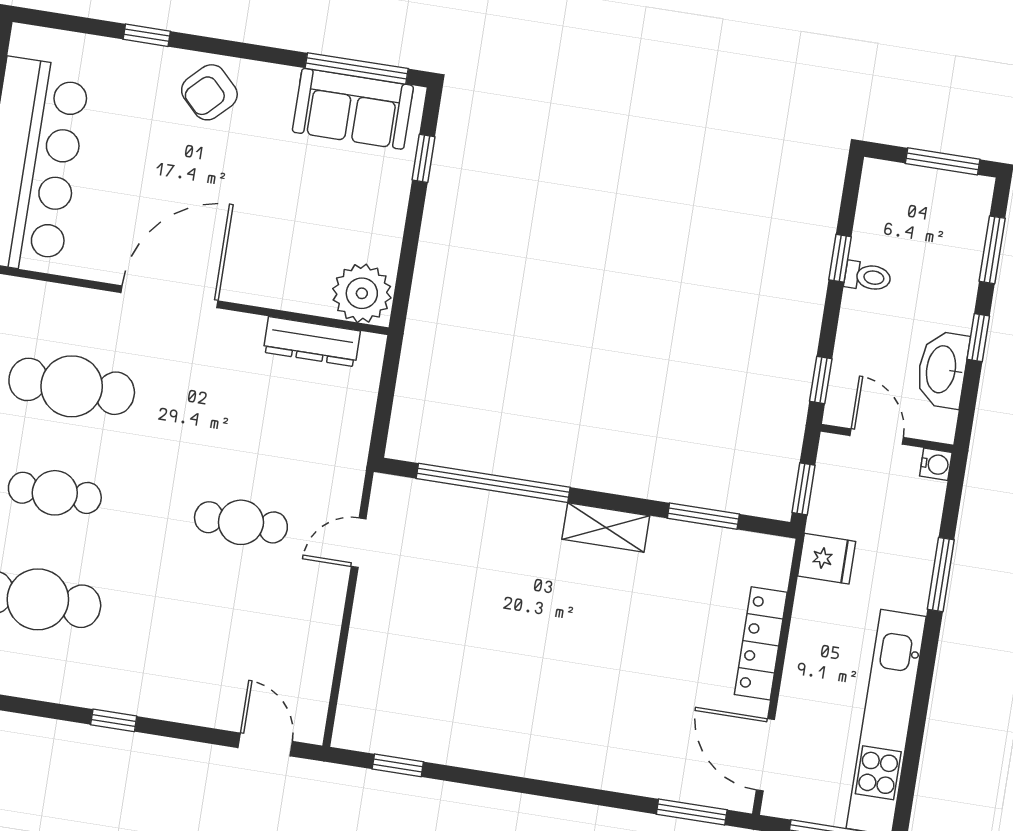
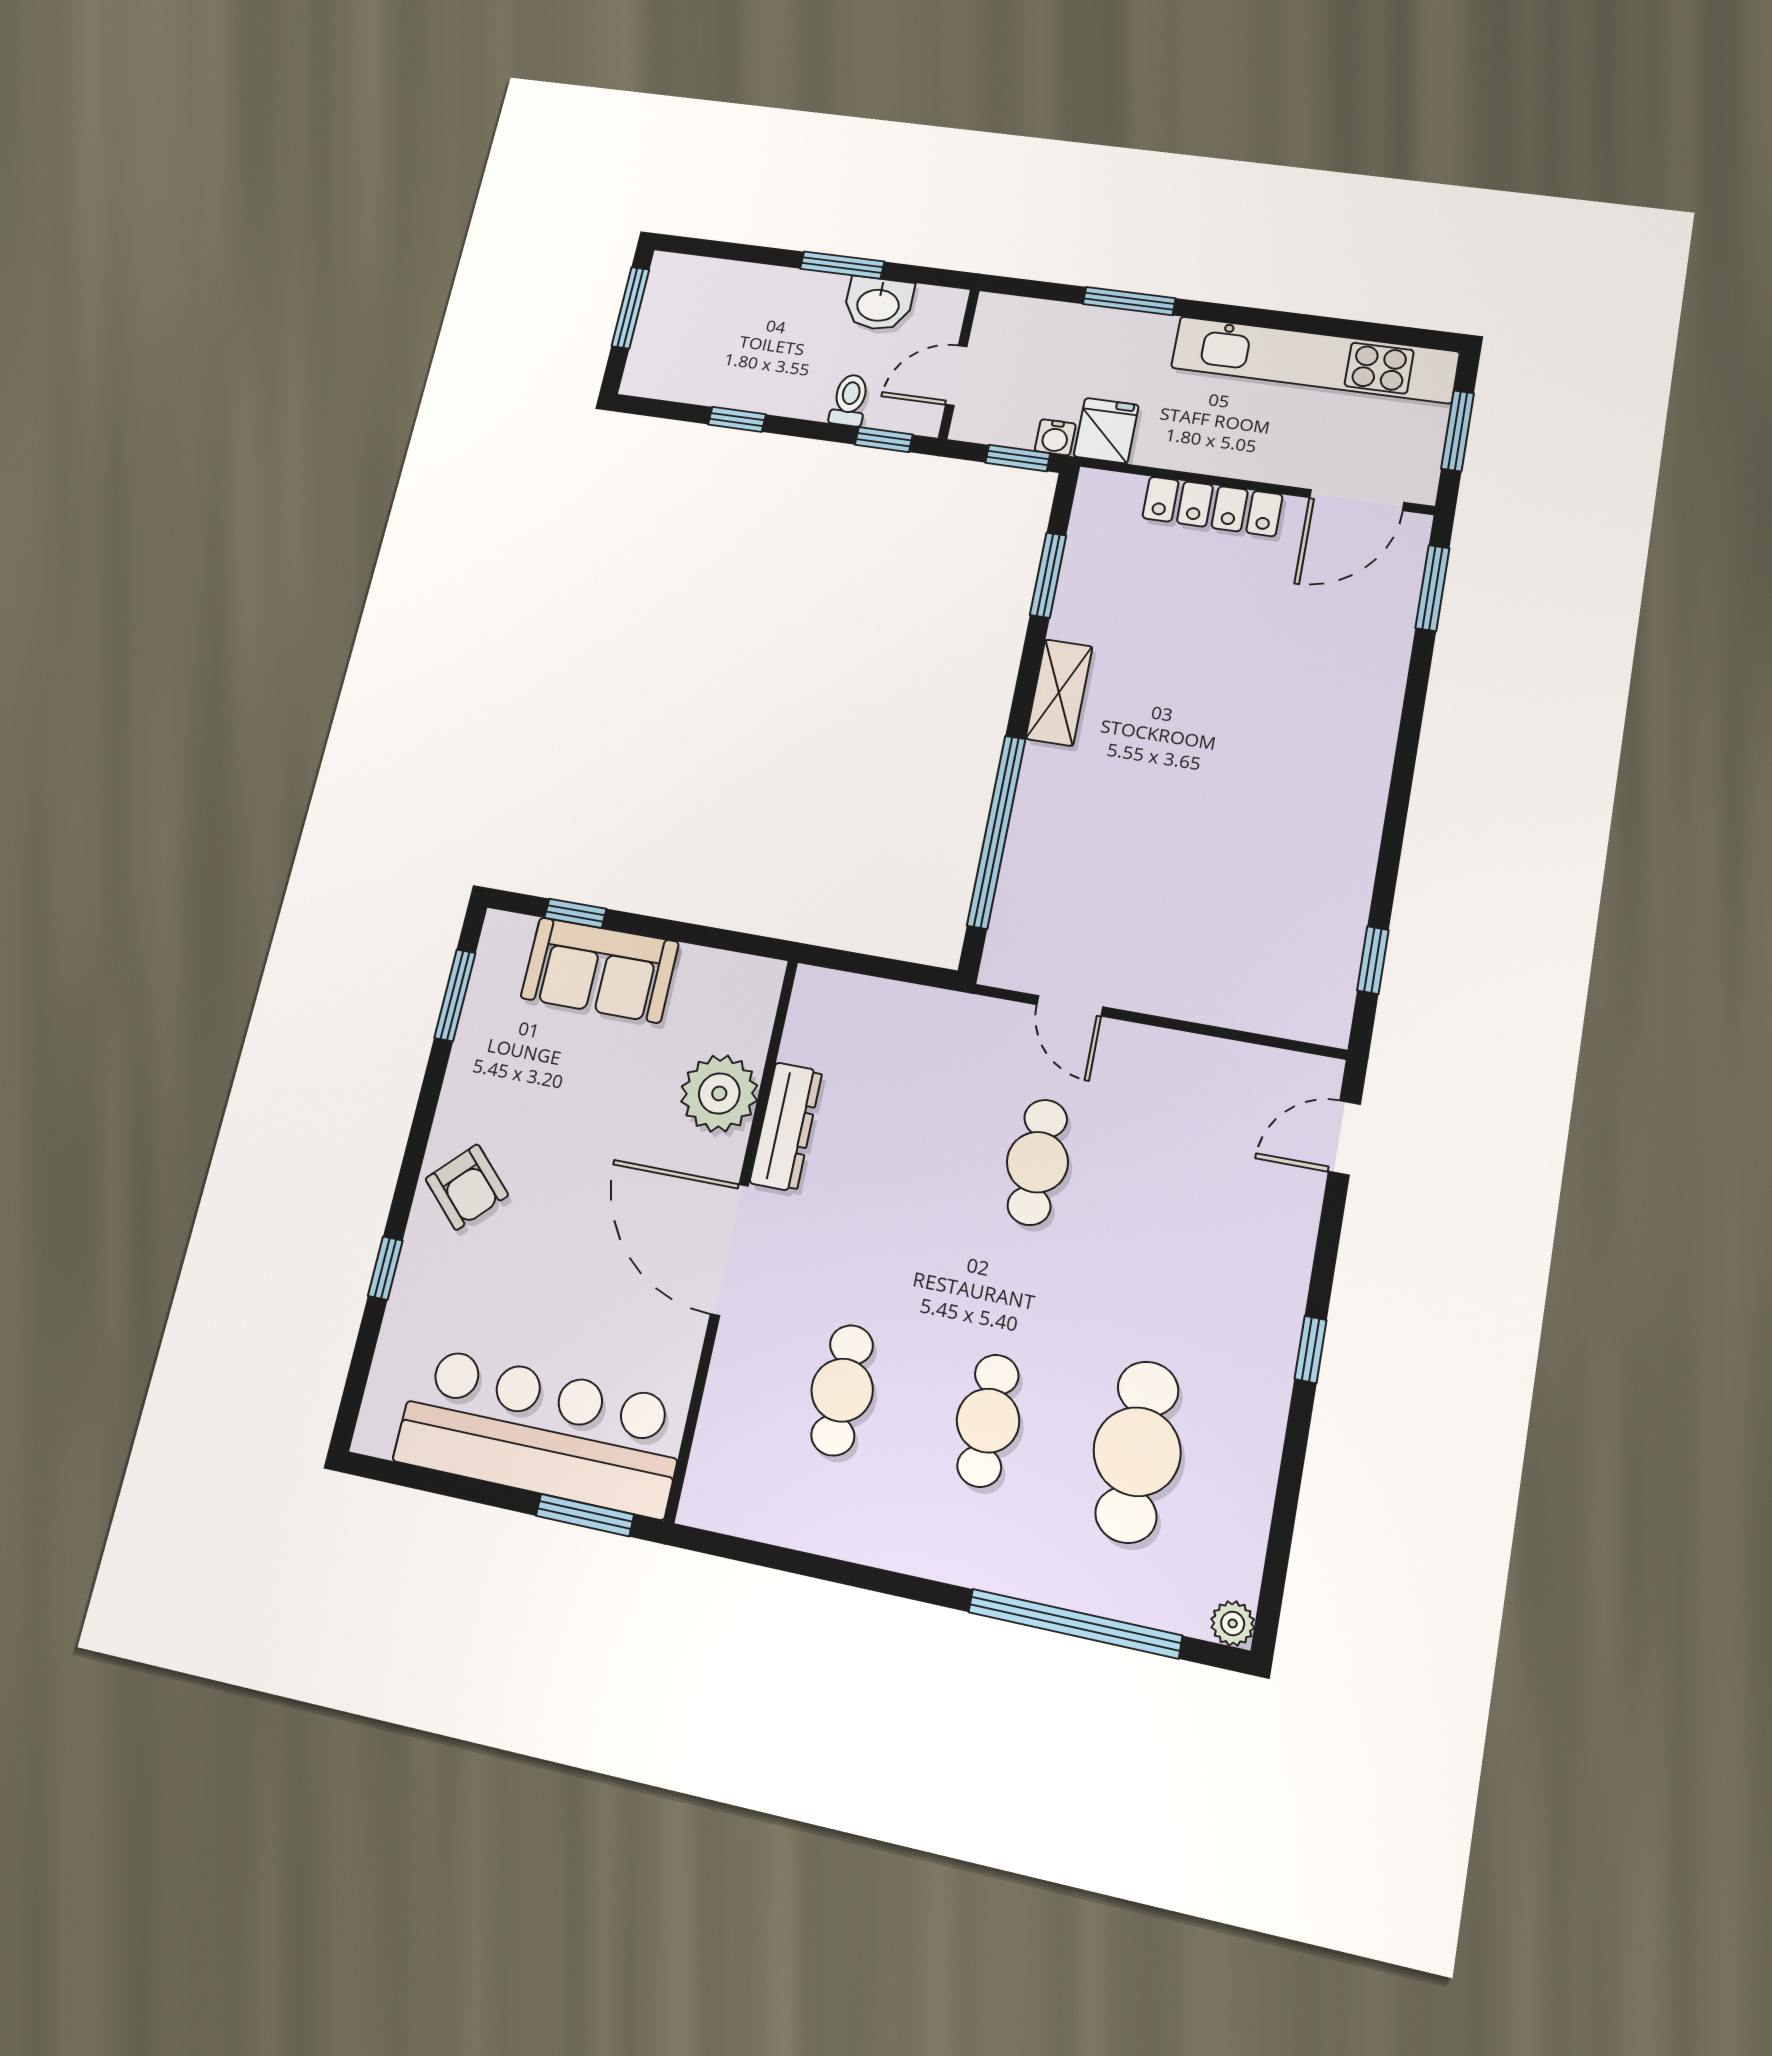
window: (357, 68) -> (455, 995), width x0.69
sofa: (353, 109) -> (600, 970), moved, turned 90
window: (992, 250) -> (739, 252), removed
toilet: (868, 277) -> (850, 400), moved
plant: (362, 293) -> (719, 1093), moved
window: (978, 338) -> (842, 265), width x1.50
dresser: (312, 342) -> (786, 1127), moved
washbasin: (942, 369) -> (878, 304), width x0.72
cafe table: (72, 386) -> (842, 1390), width x0.73, depth x0.74
water cooler: (936, 464) -> (1055, 437), moved, turned 180

